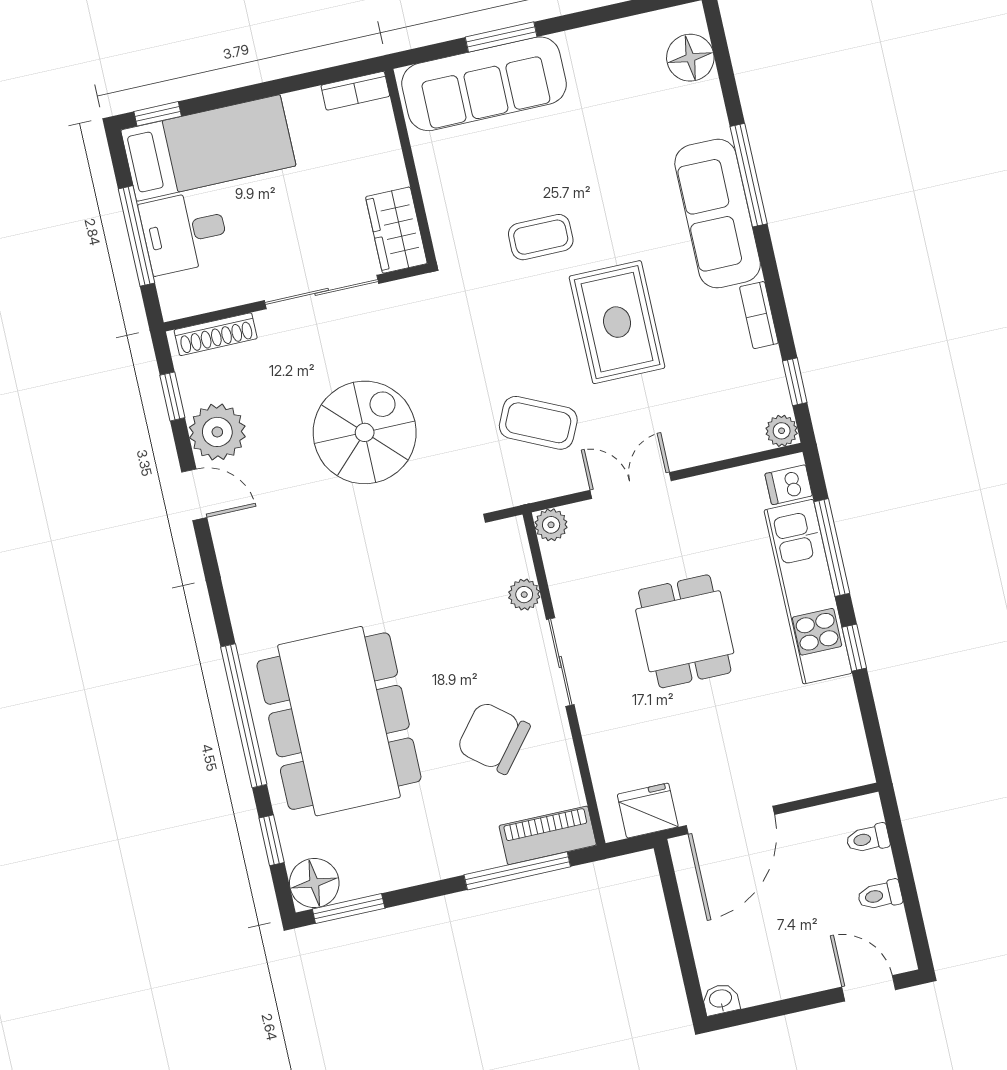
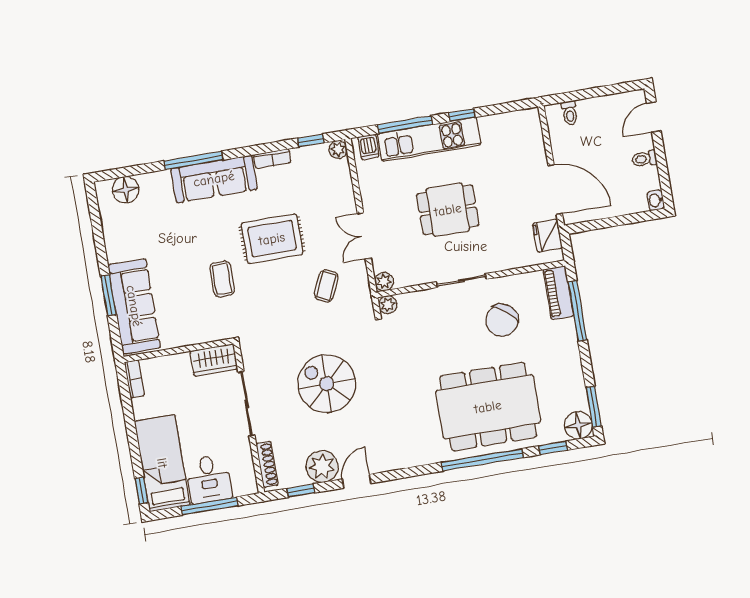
coffee table: (538, 423) -> (326, 286), width x0.73, depth x0.77
plant: (524, 595) -> (388, 305), moved
toilet: (880, 895) -> (644, 159), moved, turned 90

